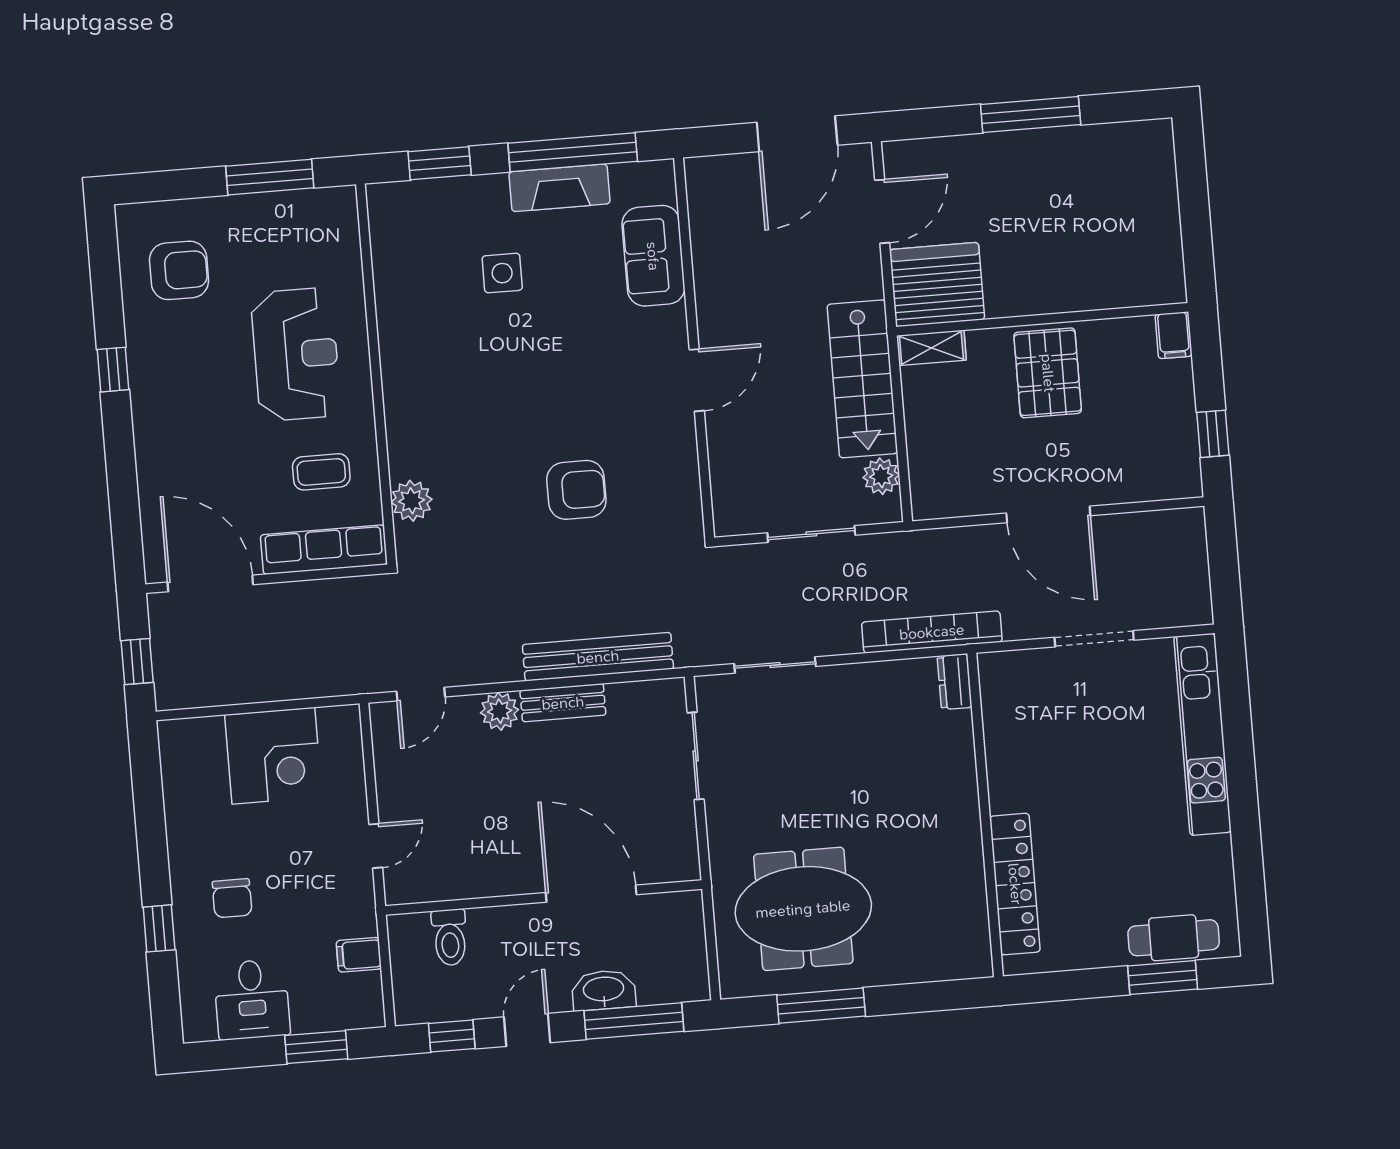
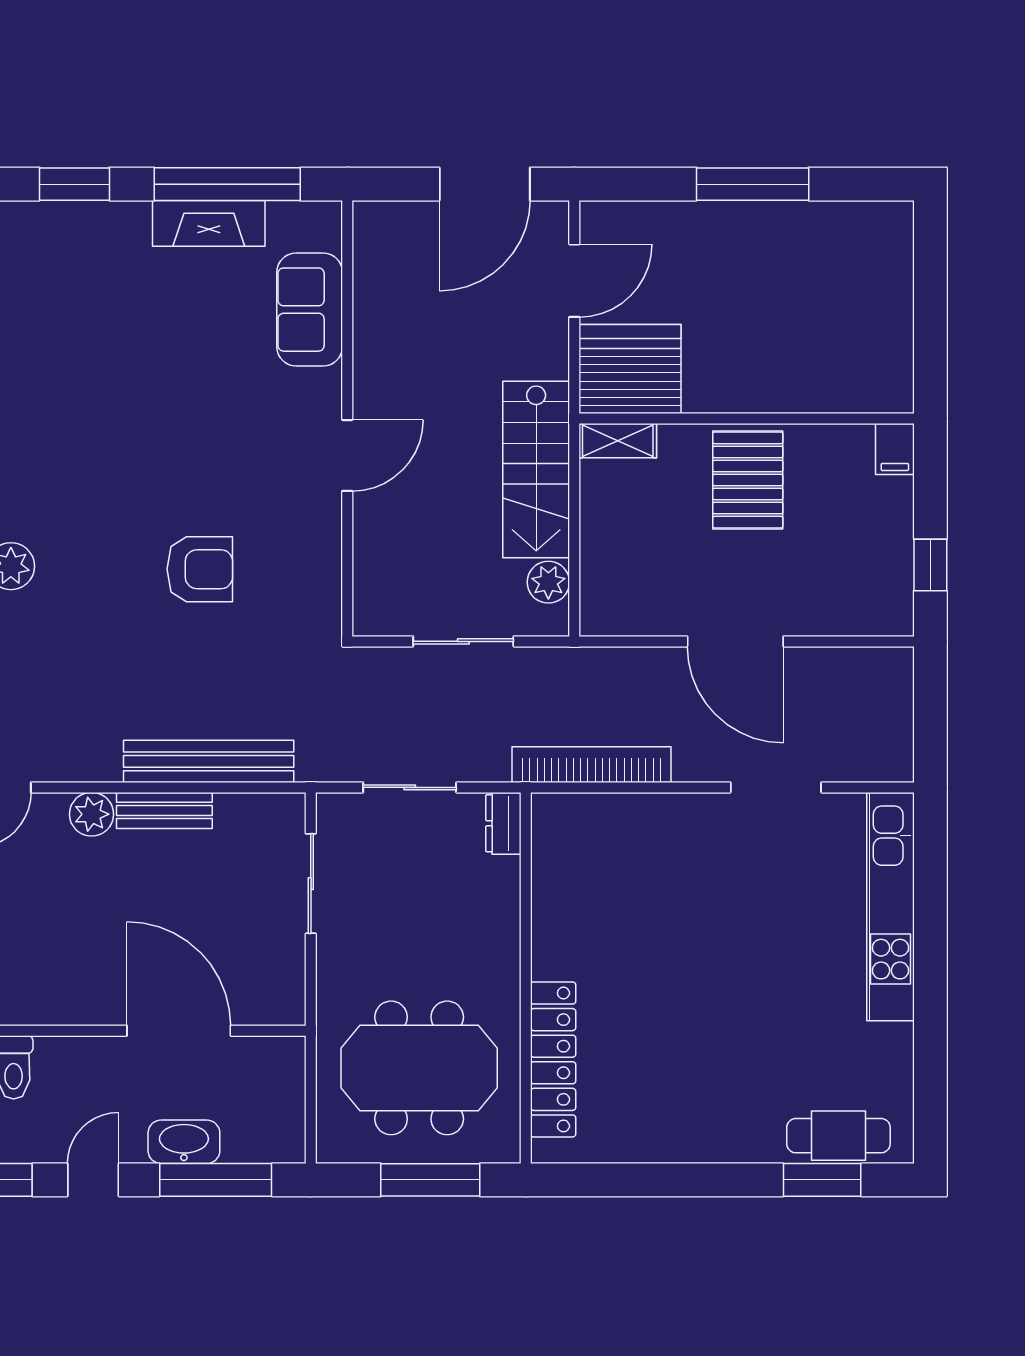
side table: (502, 273) -> (136, 315), removed
dresser: (955, 682) -> (503, 823), moved
wall: (985, 815) -> (526, 978), moved
locker: (1015, 884) -> (553, 1059), moved

